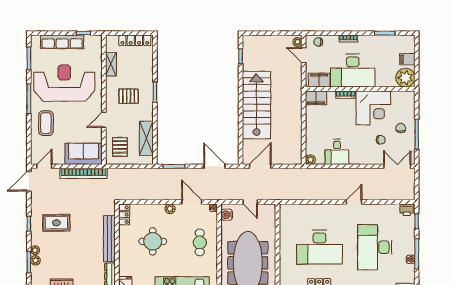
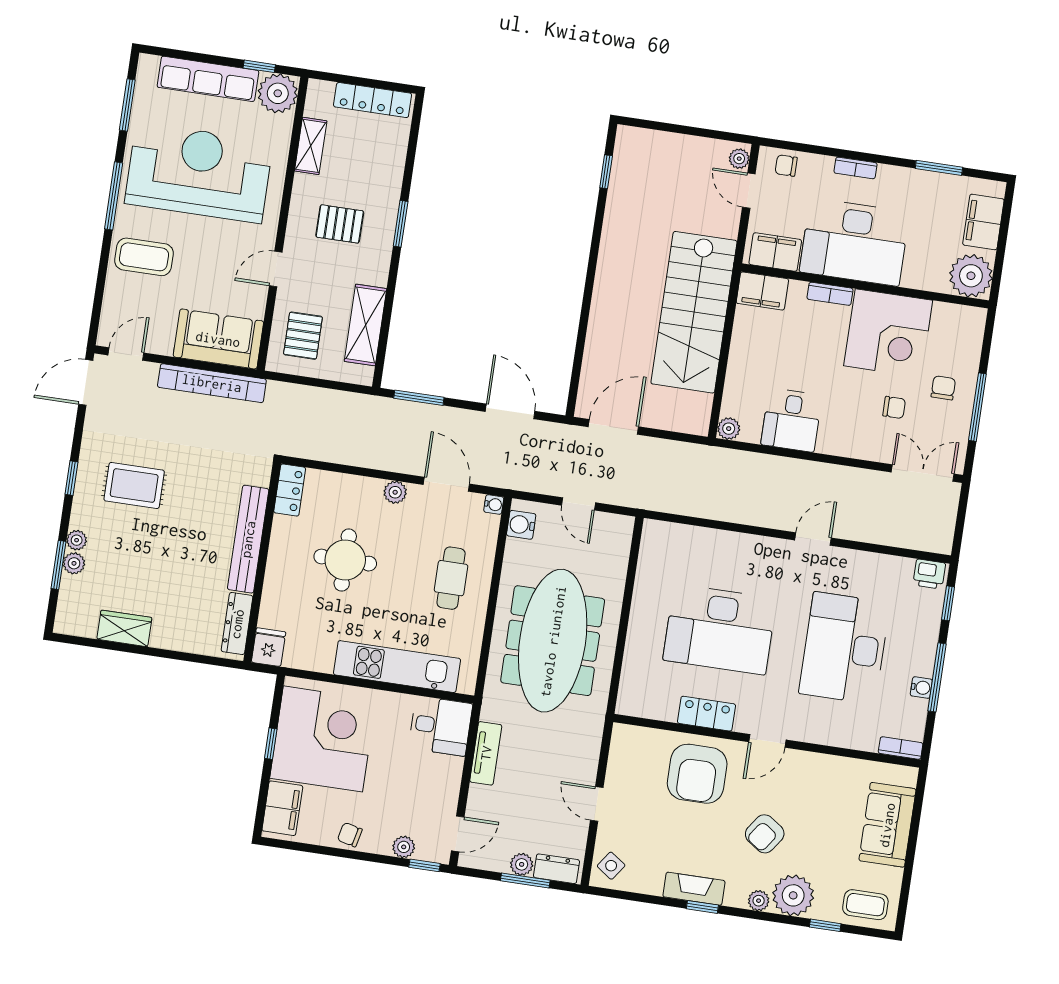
plant: (93, 44) -> (278, 93), added
filing cabinet: (407, 59) -> (983, 222), width x2.00
stairs: (256, 105) -> (694, 312), moved, turned 180
coffee table: (46, 123) -> (144, 257), turned 90

